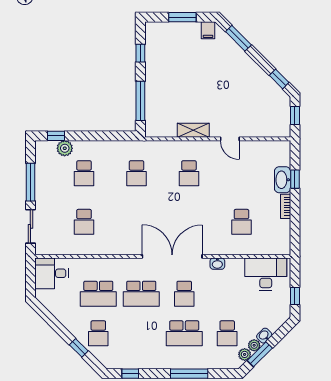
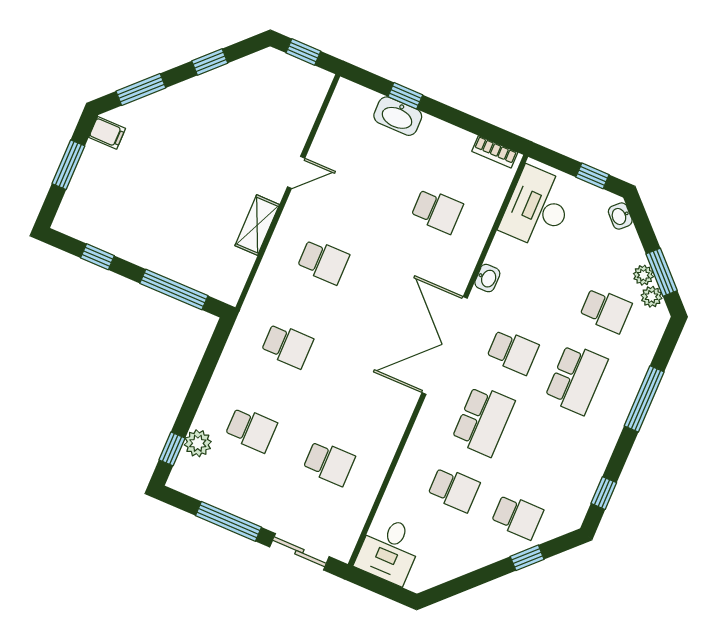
window: (279, 79) -> (210, 62), moved
bookcase: (286, 206) -> (495, 152), moved
school desk: (98, 294) -> (454, 489), width x0.54
washbasin: (264, 336) -> (620, 216), moved

